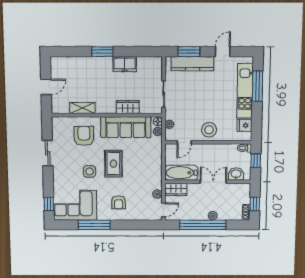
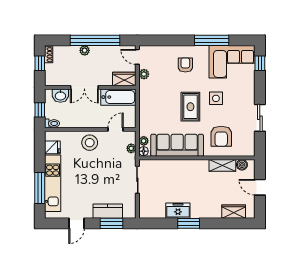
window: (102, 52) -> (189, 223), moved
kitchen counter: (192, 64) -> (108, 211), width x0.67
door: (46, 87) -> (260, 187), hinge flipped
wardrobe: (128, 107) -> (234, 212), moved, turned 180
boiler: (64, 109) -> (242, 165), added
door: (163, 210) -> (137, 57), hinge flipped

